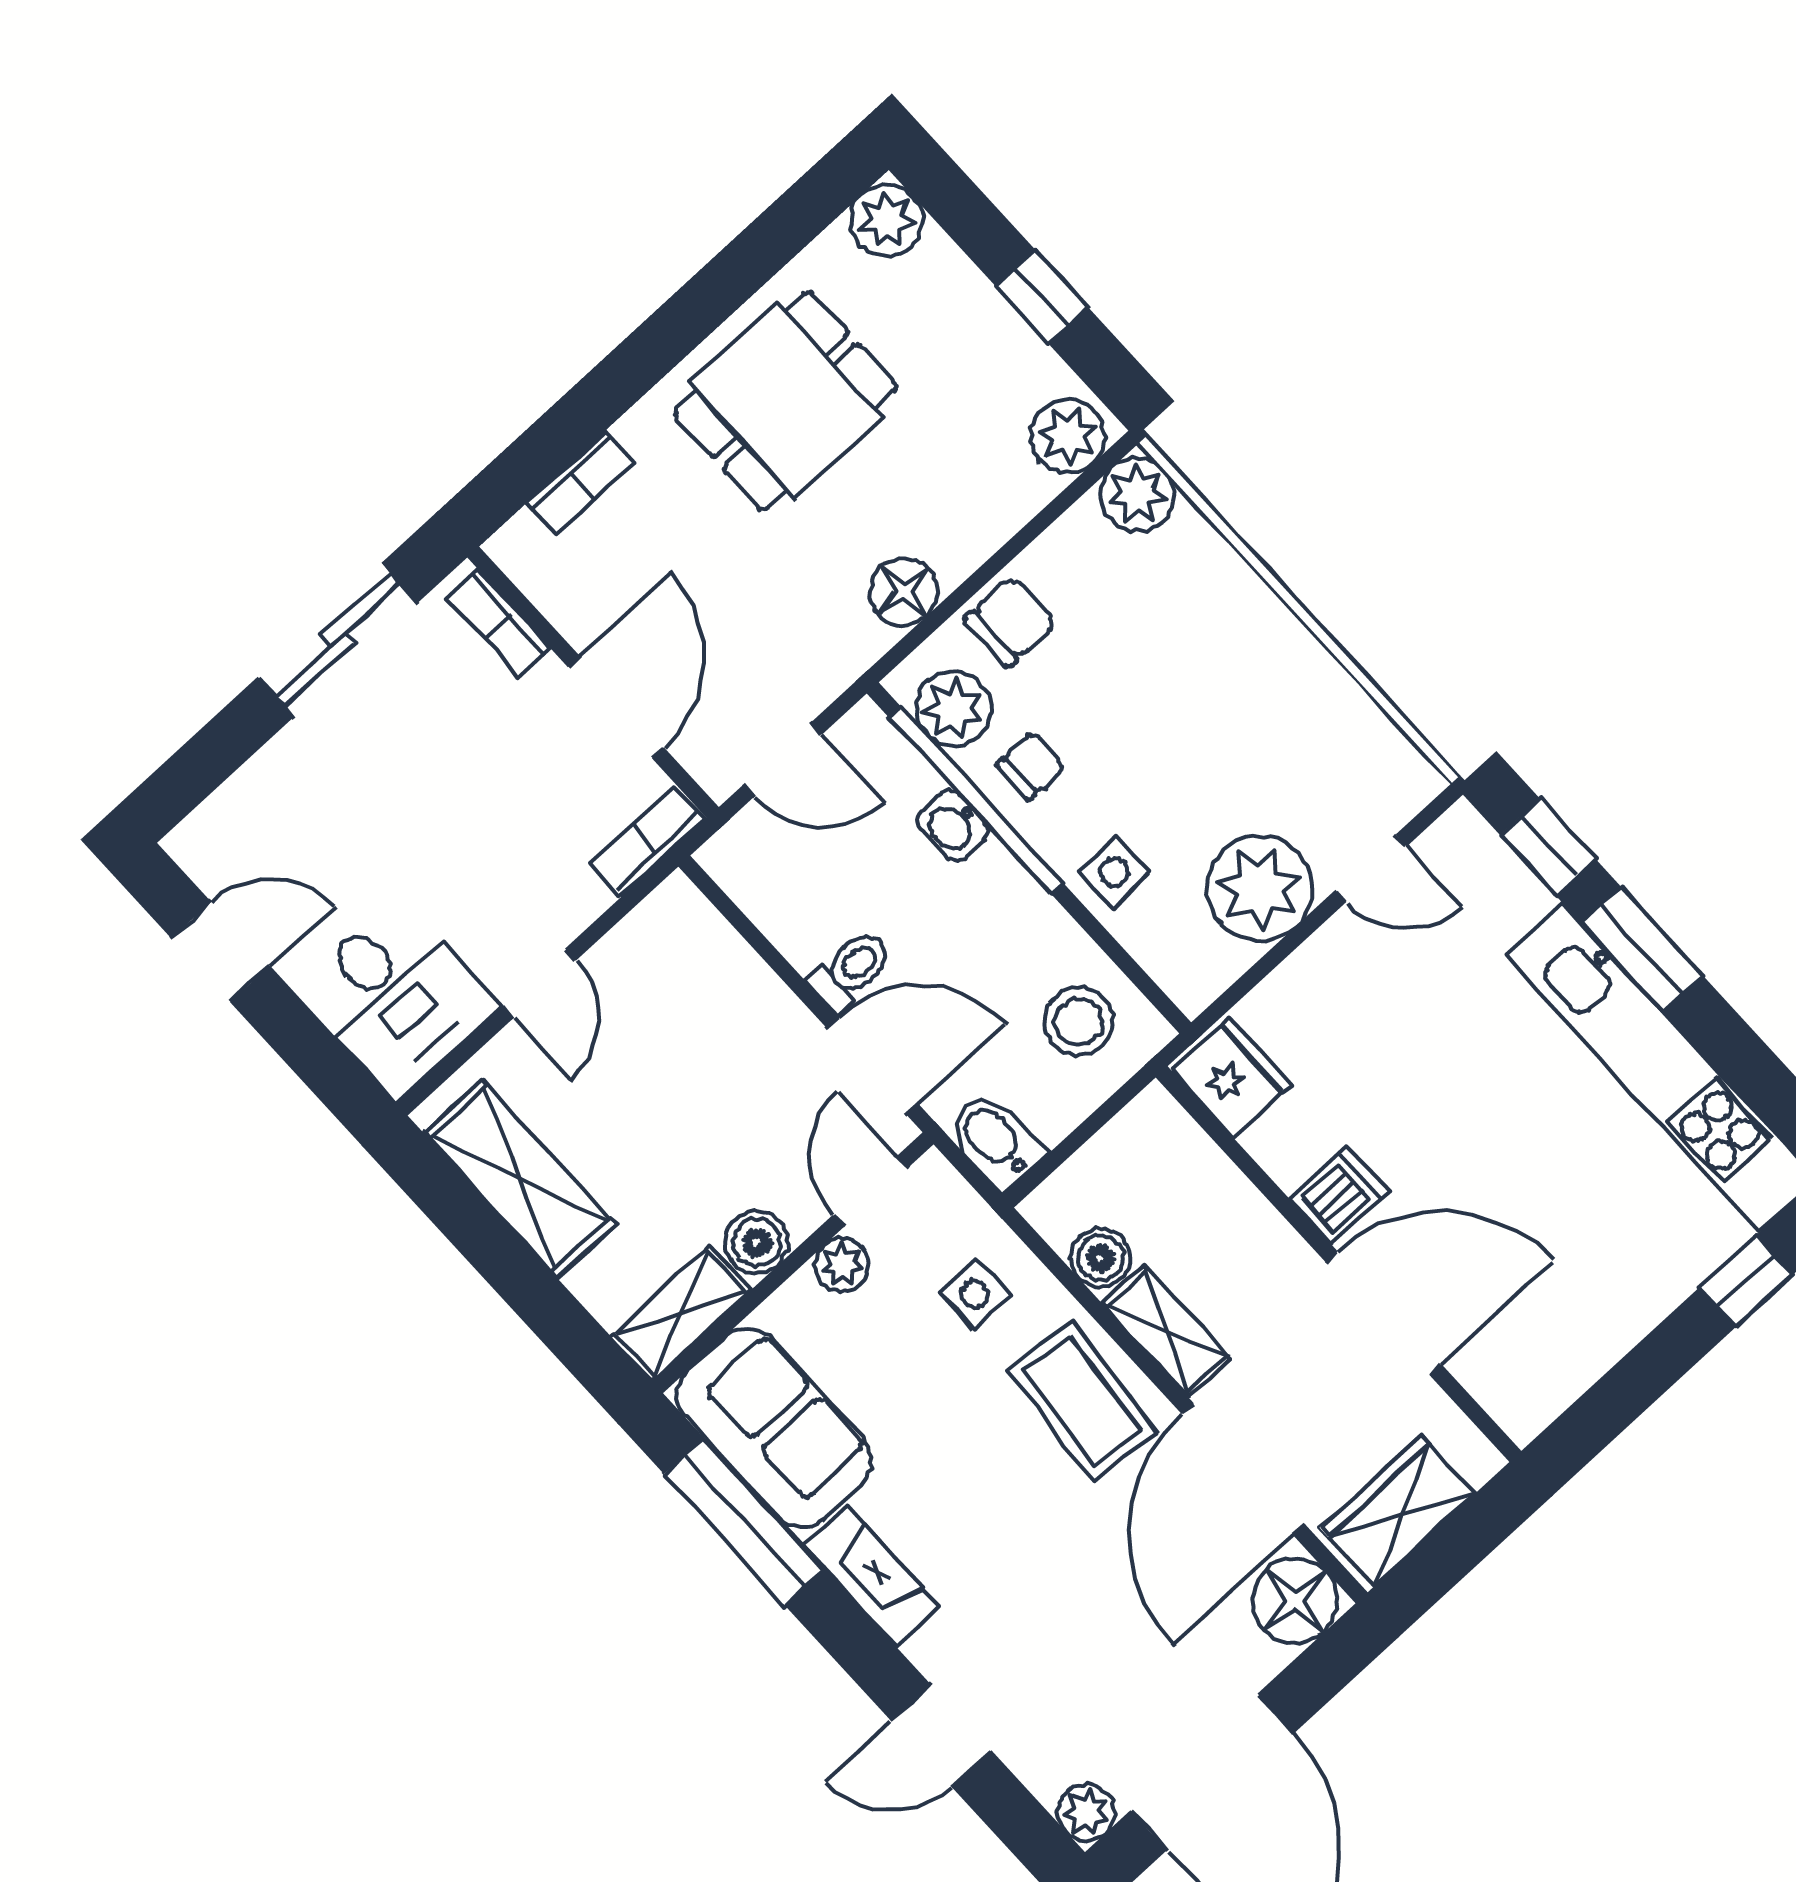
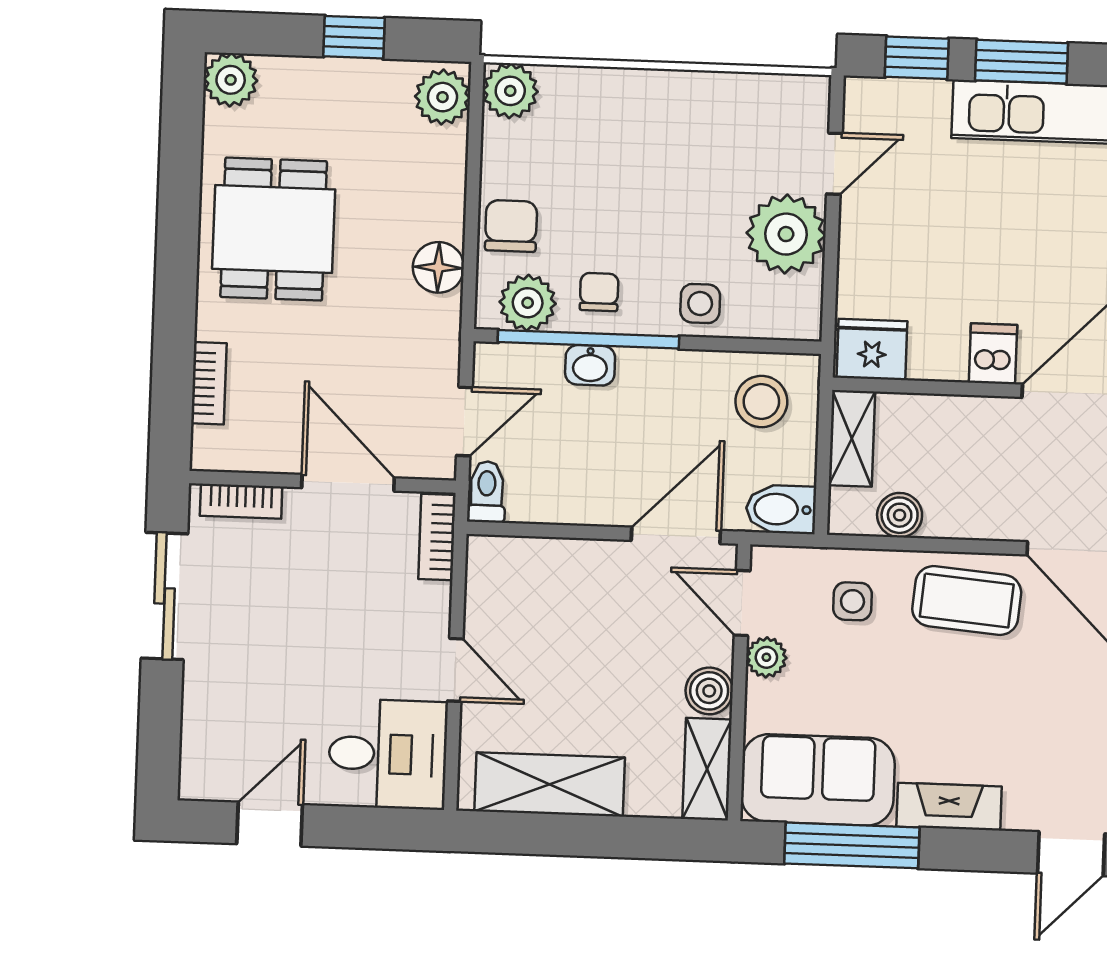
toilet: (851, 970) -> (487, 492), moved
shelving: (1166, 1331) -> (852, 438), moved, turned 90

